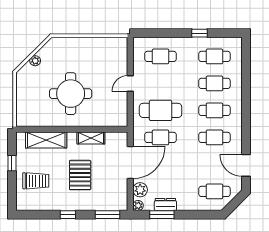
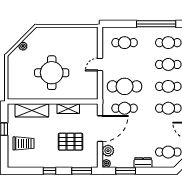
window: (199, 33) -> (156, 24), width x3.17
pallet: (80, 175) -> (71, 142), moved, turned 90
dresser: (165, 205) -> (143, 163), moved

